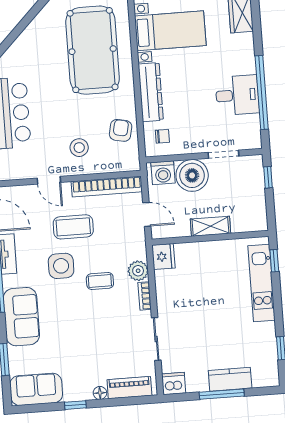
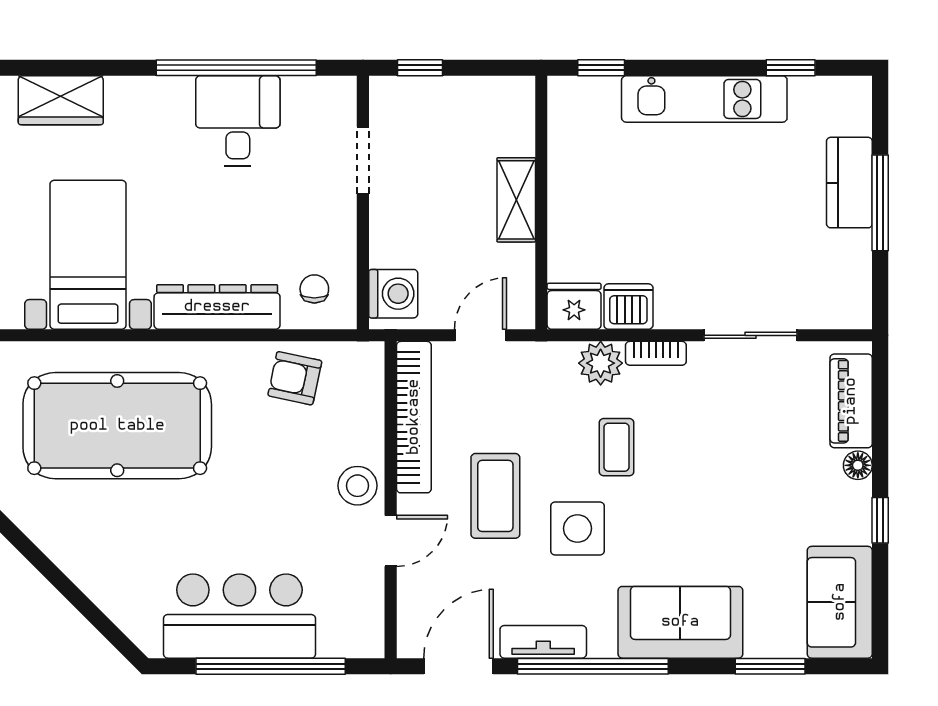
stool: (79, 148) -> (357, 486), moved
boiler: (192, 175) -> (404, 231), removed
kitchen unit: (261, 283) -> (704, 99), moved
dishwasher: (174, 383) -> (628, 307), moved, turned 90

